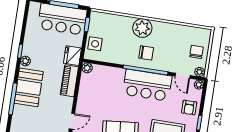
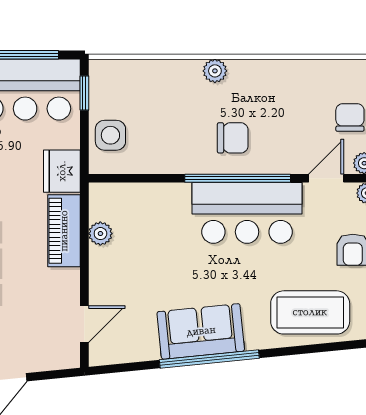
plant: (142, 28) -> (215, 71), width x0.53, depth x0.53
plant: (87, 68) -> (100, 234), moved
door: (183, 76) -> (326, 178), swing flipped

